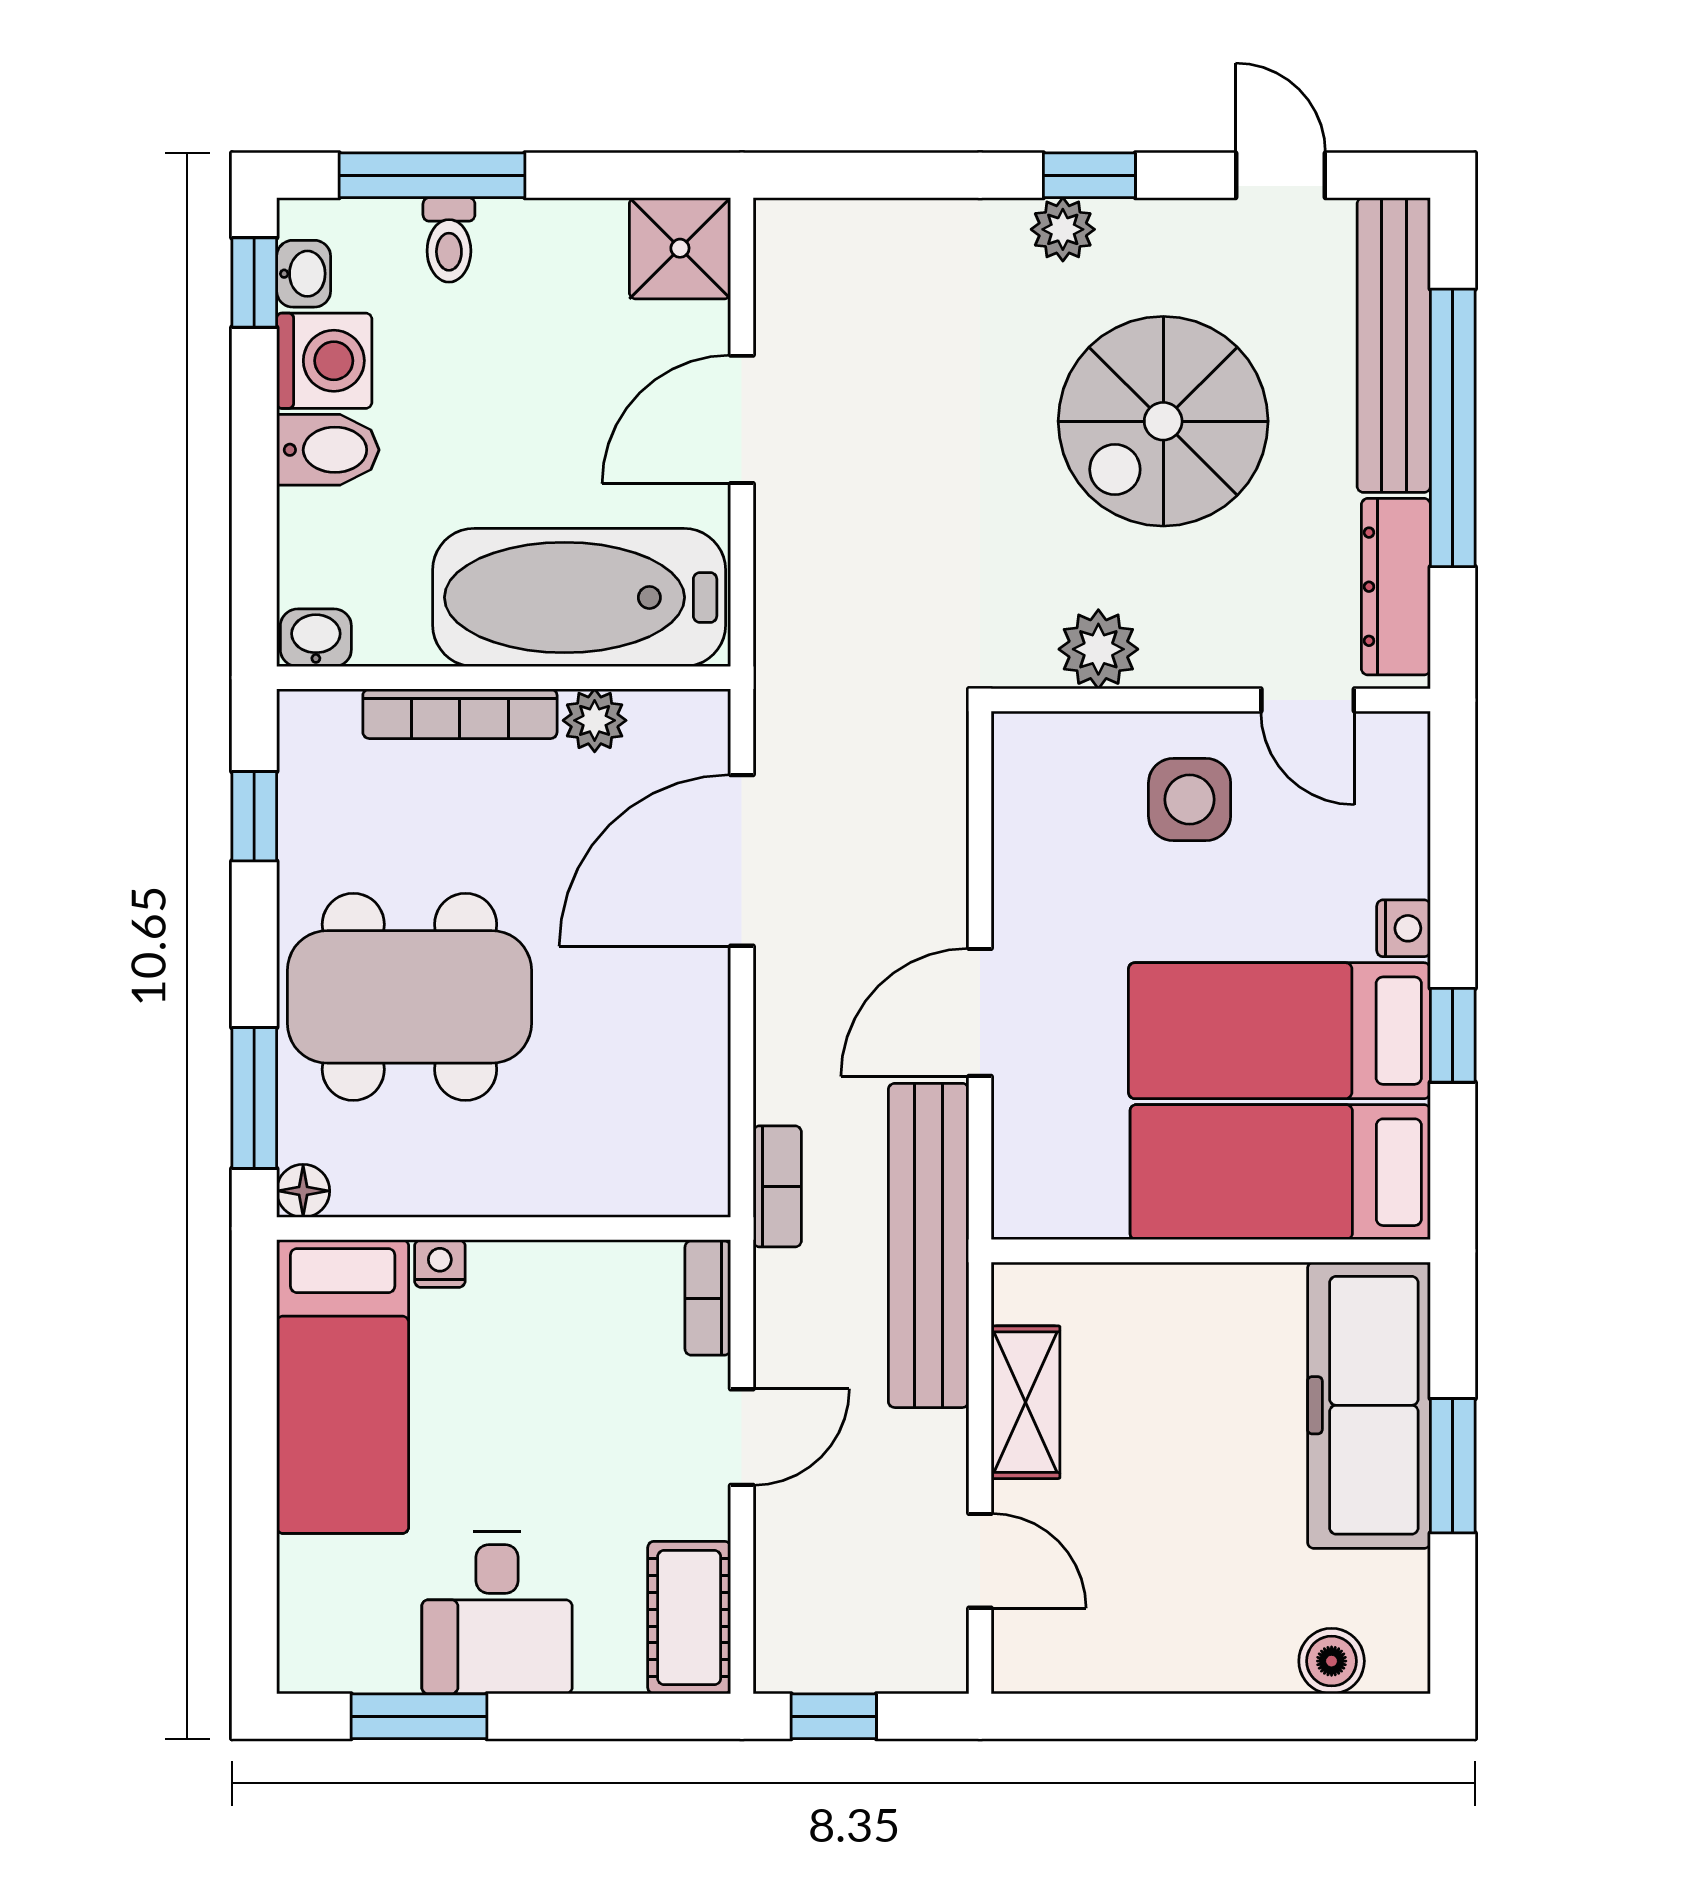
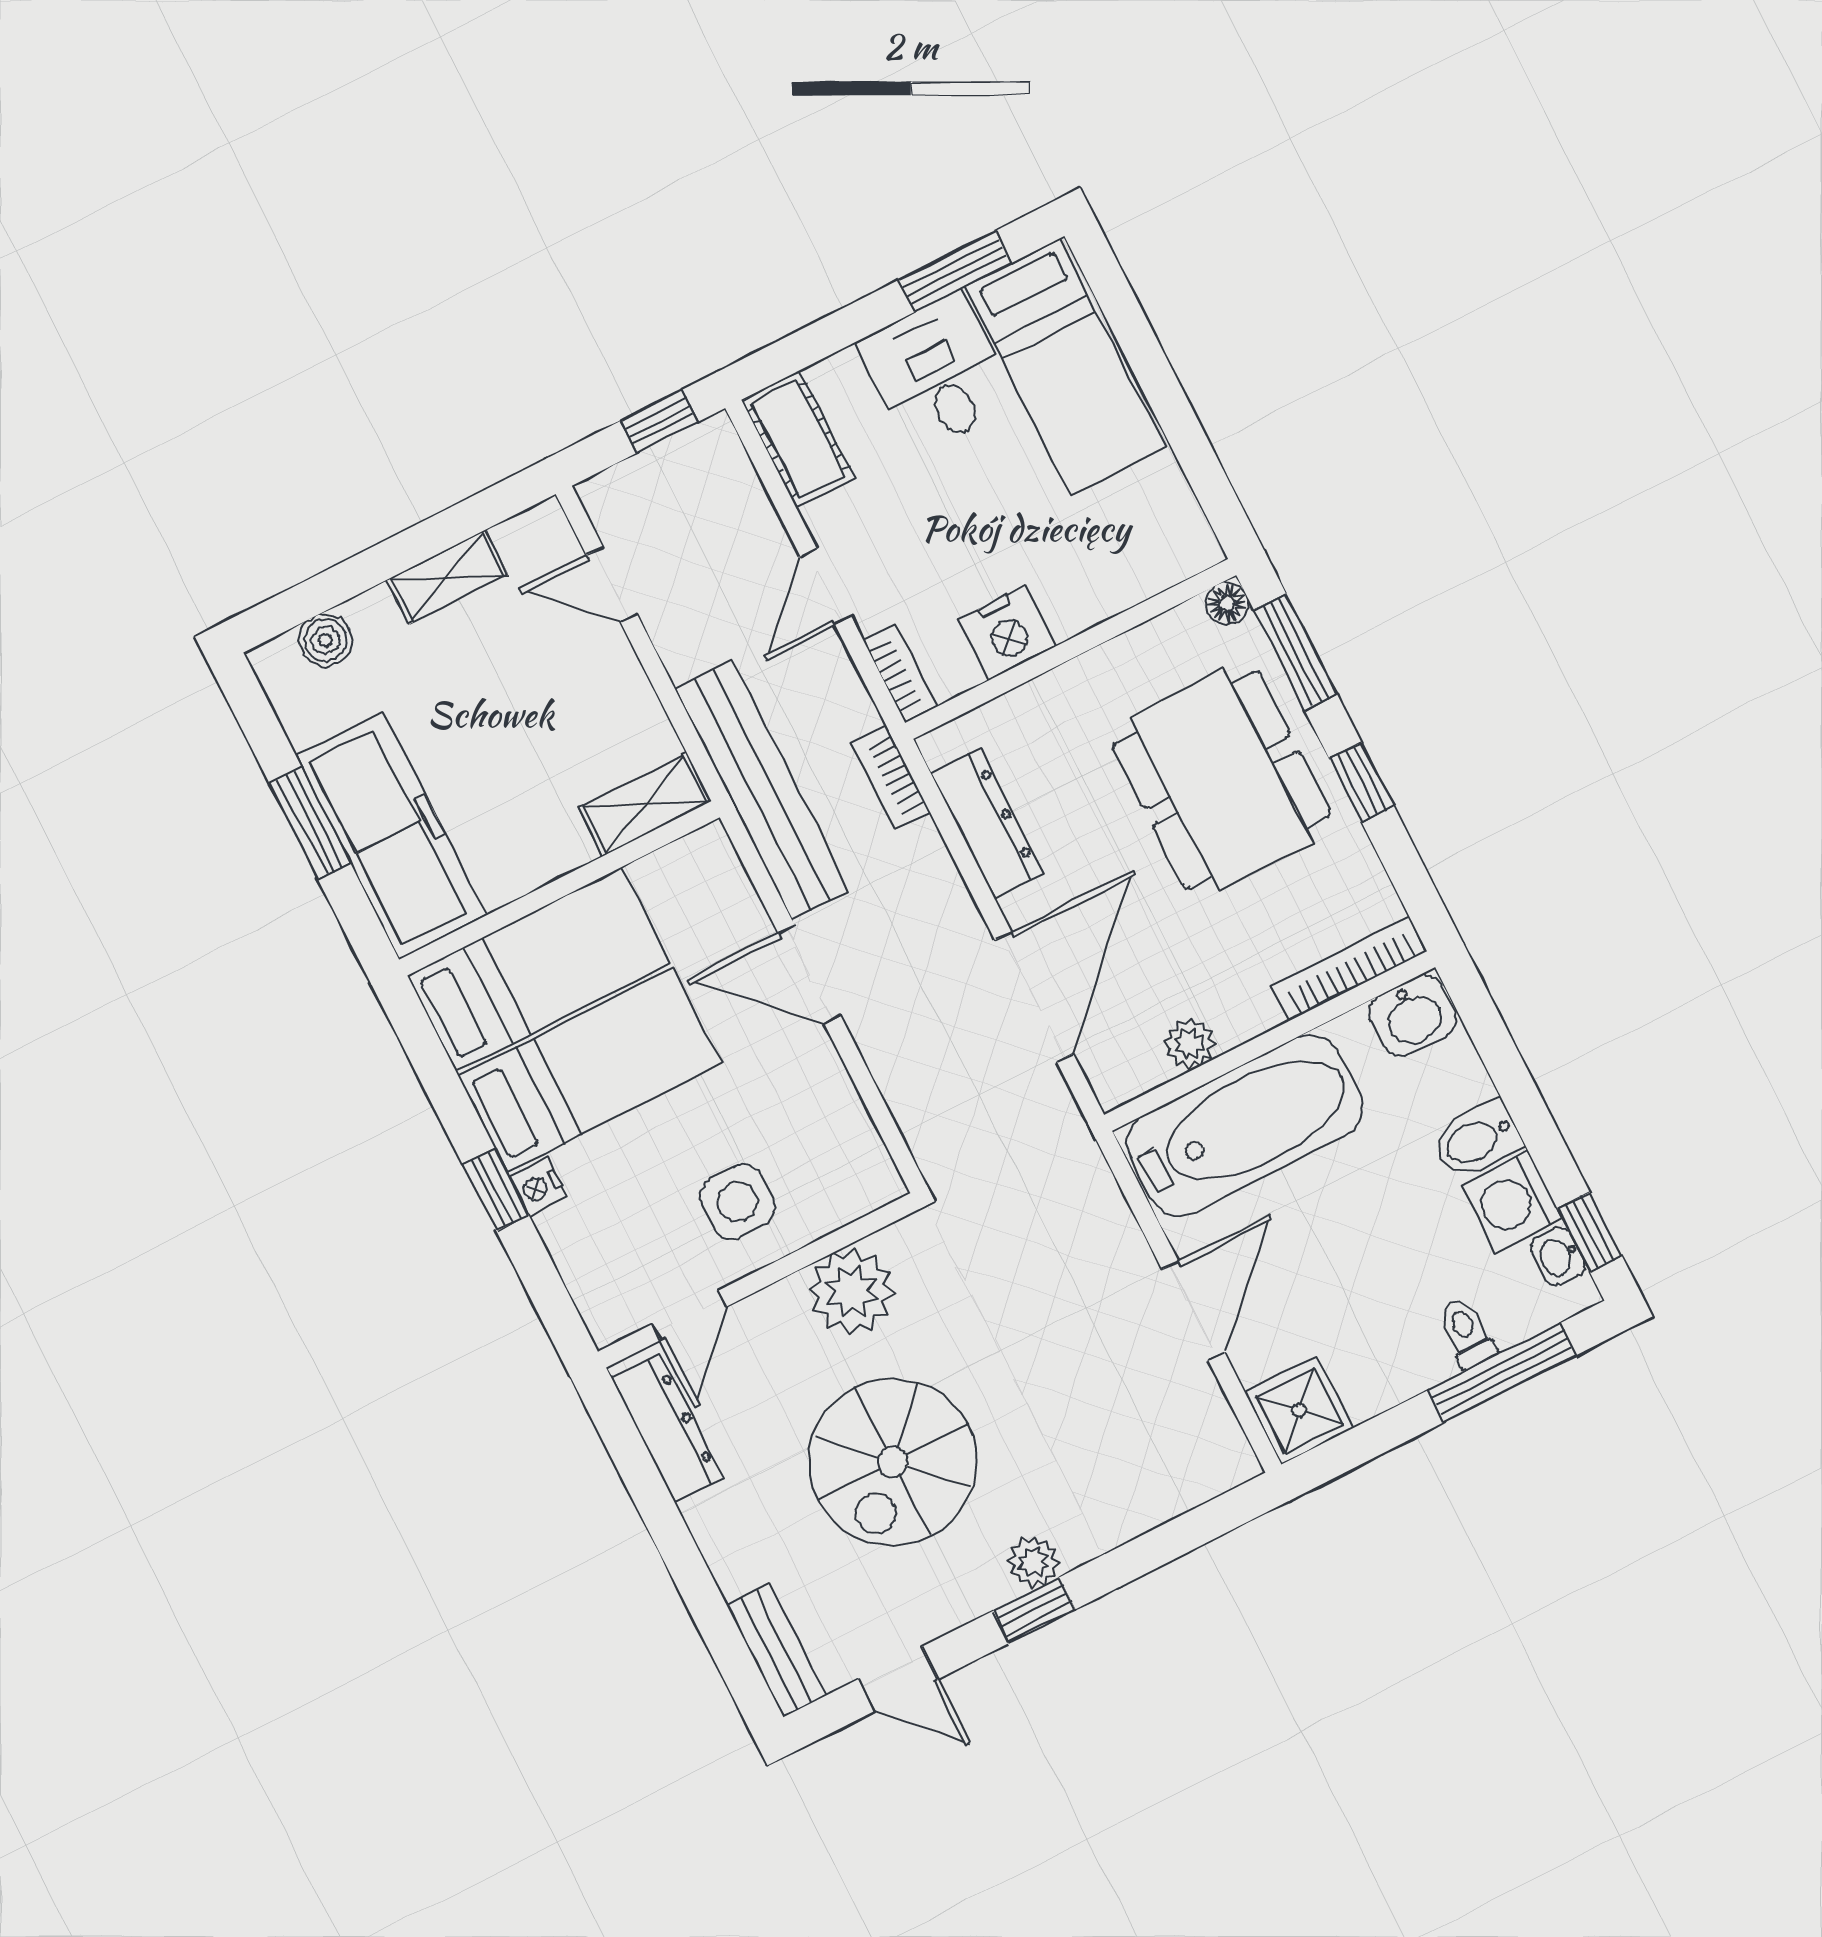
bench: (1394, 345) -> (776, 1650), width x0.54, depth x0.82
spiral stairs: (1163, 421) -> (893, 1462), turned 180
window: (1453, 428) -> (684, 1561), removed
washbasin: (316, 638) -> (1413, 1016), width x1.38, depth x1.45
plant: (1098, 649) -> (852, 1291), width x1.36, depth x1.36
door: (1308, 700) -> (689, 1315), swing flipped
bookcase: (460, 714) -> (1349, 968), moved
window: (254, 816) -> (1362, 782), moved
dining table: (409, 997) -> (1221, 780), turned 90
door: (980, 1012) -> (810, 975), swing flipped
window: (1453, 1035) -> (496, 1190), moved
dresser: (696, 1081) -> (987, 823), added
nightstand: (440, 1264) -> (1007, 633), moved, width x1.89, depth x1.79
bed: (343, 1387) -> (1065, 367), moved, turned 180
shelving: (1026, 1402) -> (645, 804), moved, turned 90
shelving: (1160, 1663) -> (447, 577), added

